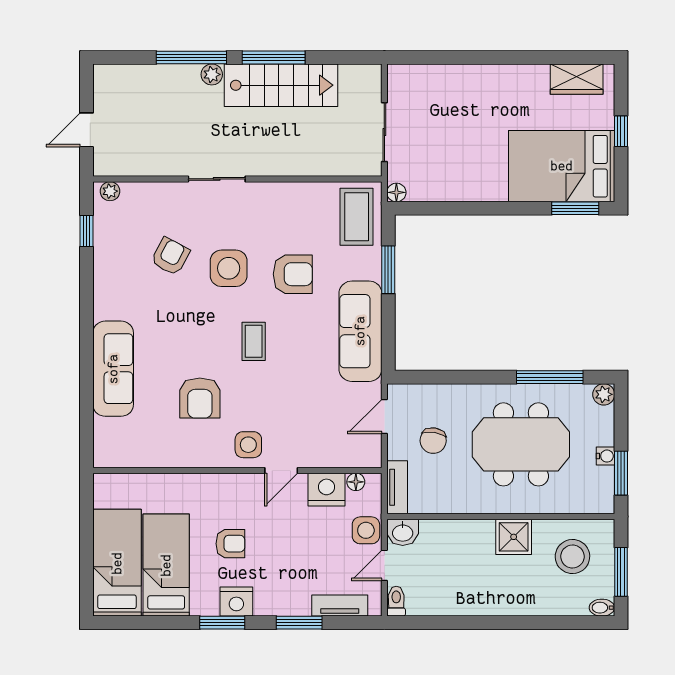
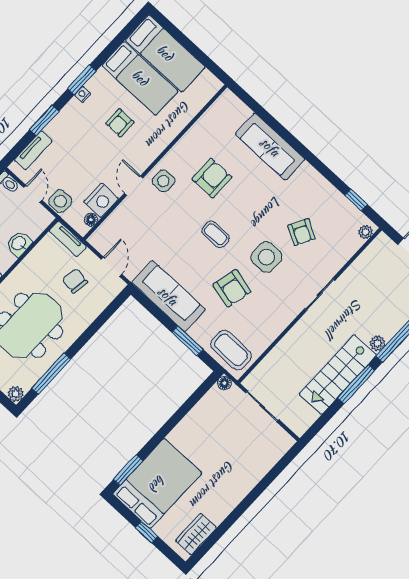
armchair: (293, 274) -> (232, 288), turned -77
armchair: (200, 398) -> (212, 178), turned 90
washbasin: (403, 532) -> (19, 244), moved
nightstand: (236, 602) -> (83, 94), width x0.53, depth x0.56

